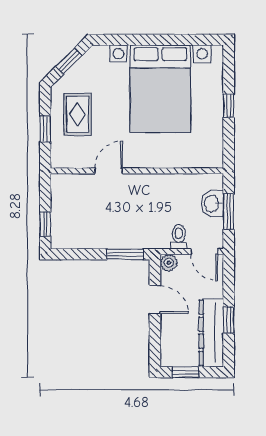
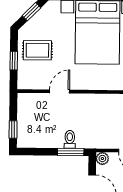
rug: (78, 114) -> (37, 50), turned 90
toilet: (179, 237) -> (70, 139), moved

